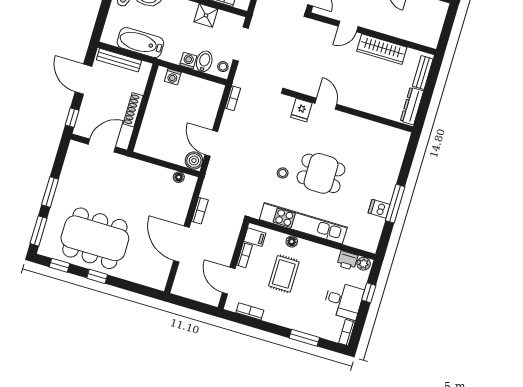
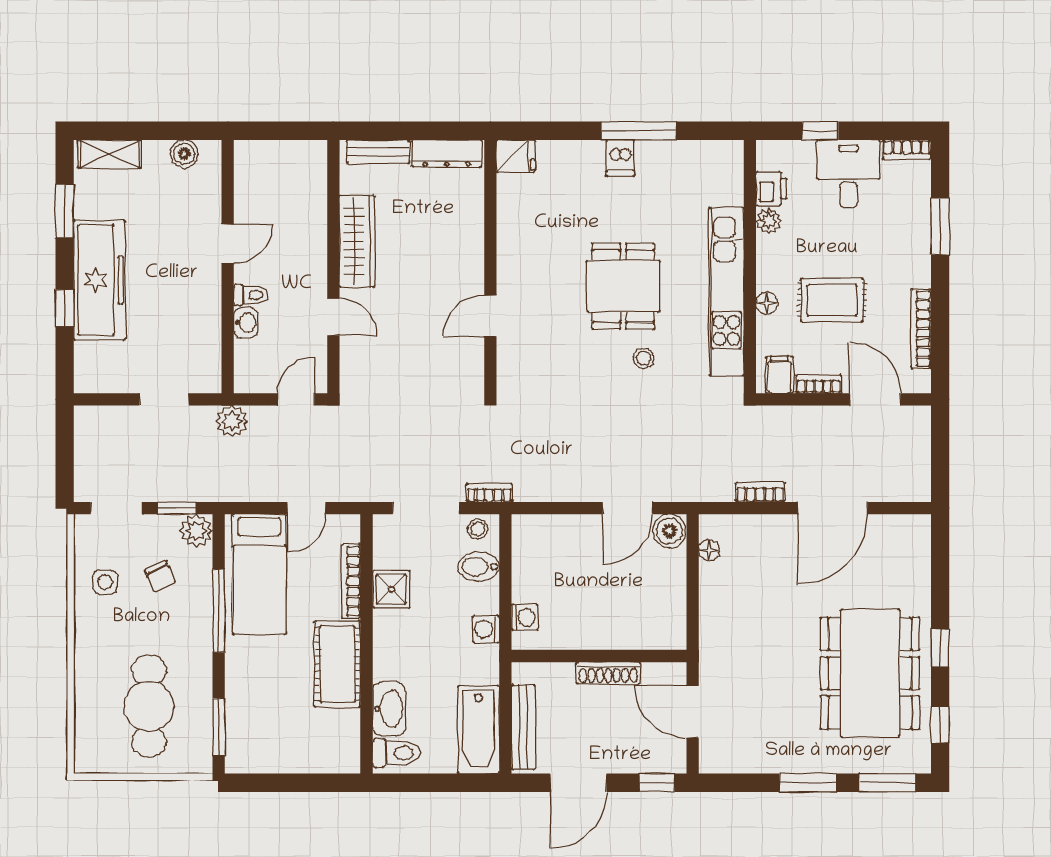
bathtub: (140, 43) -> (479, 730), moved
washing machine: (188, 61) -> (486, 629), moved
bookcase: (233, 98) -> (489, 493), moved
fridge: (301, 110) -> (516, 156), moved
dishwasher: (379, 209) -> (620, 158), moved
plant: (364, 264) -> (769, 221), moved
door: (229, 281) -> (875, 399), swing flipped
bookcase: (250, 311) -> (921, 329), width x1.56

